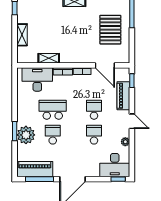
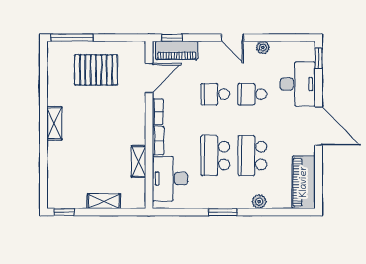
piano: (123, 96) -> (177, 50), moved
door: (132, 121) -> (232, 38), swing flipped
window: (15, 131) -> (223, 212), moved
plant: (26, 135) -> (259, 202), width x0.53, depth x0.53
school desk: (53, 135) -> (252, 156), width x1.85
desk: (115, 165) -> (298, 84), moved
window: (40, 179) -> (318, 175), removed

